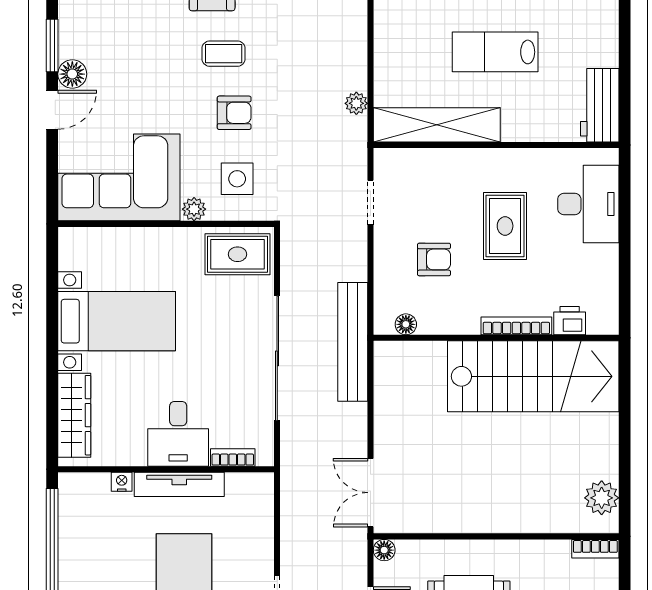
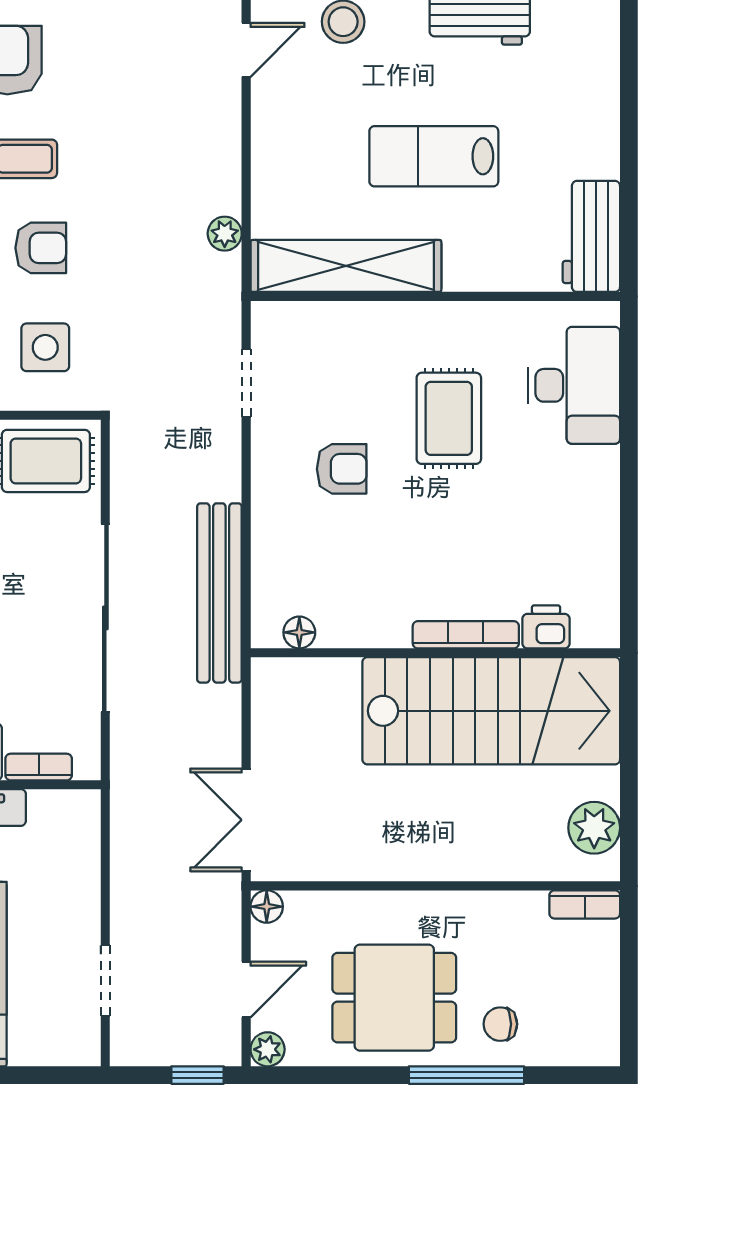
printer: (570, 321) -> (546, 627), moved
floor lamp: (406, 324) -> (299, 632), moved
bookcase: (516, 326) -> (466, 635), moved
wall: (496, 338) -> (435, 653), moved
stairs: (533, 376) -> (491, 711), moved

